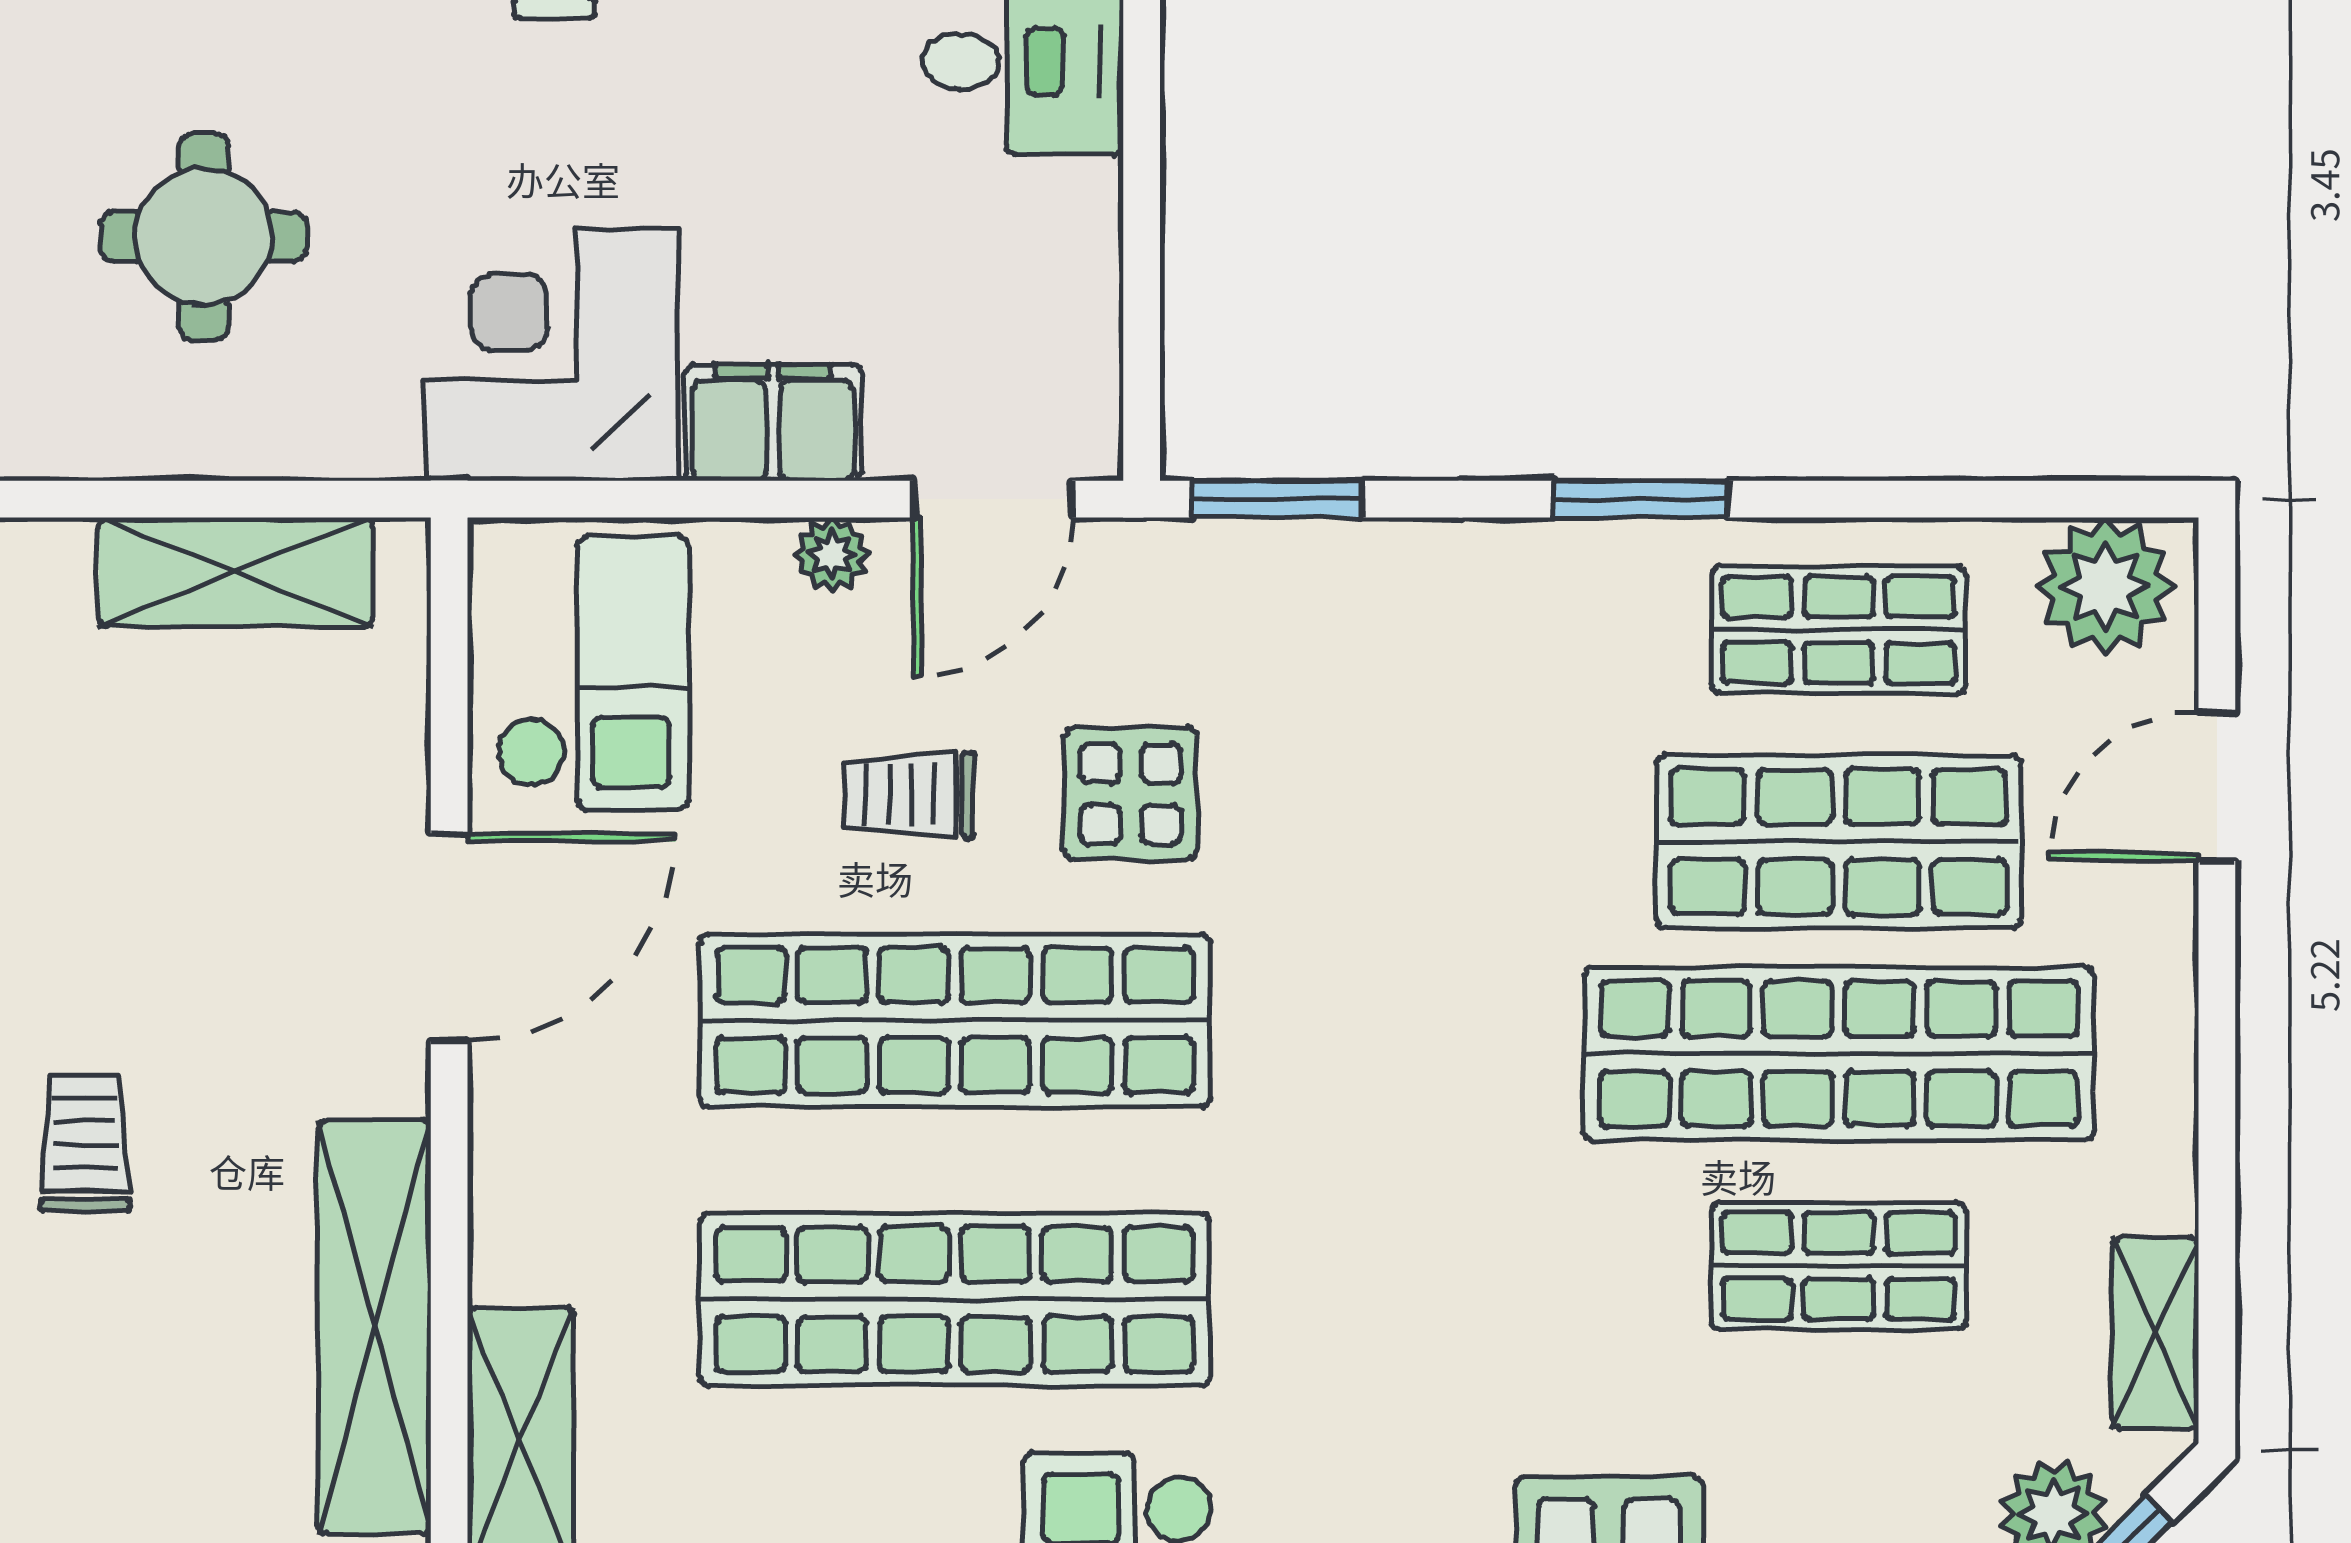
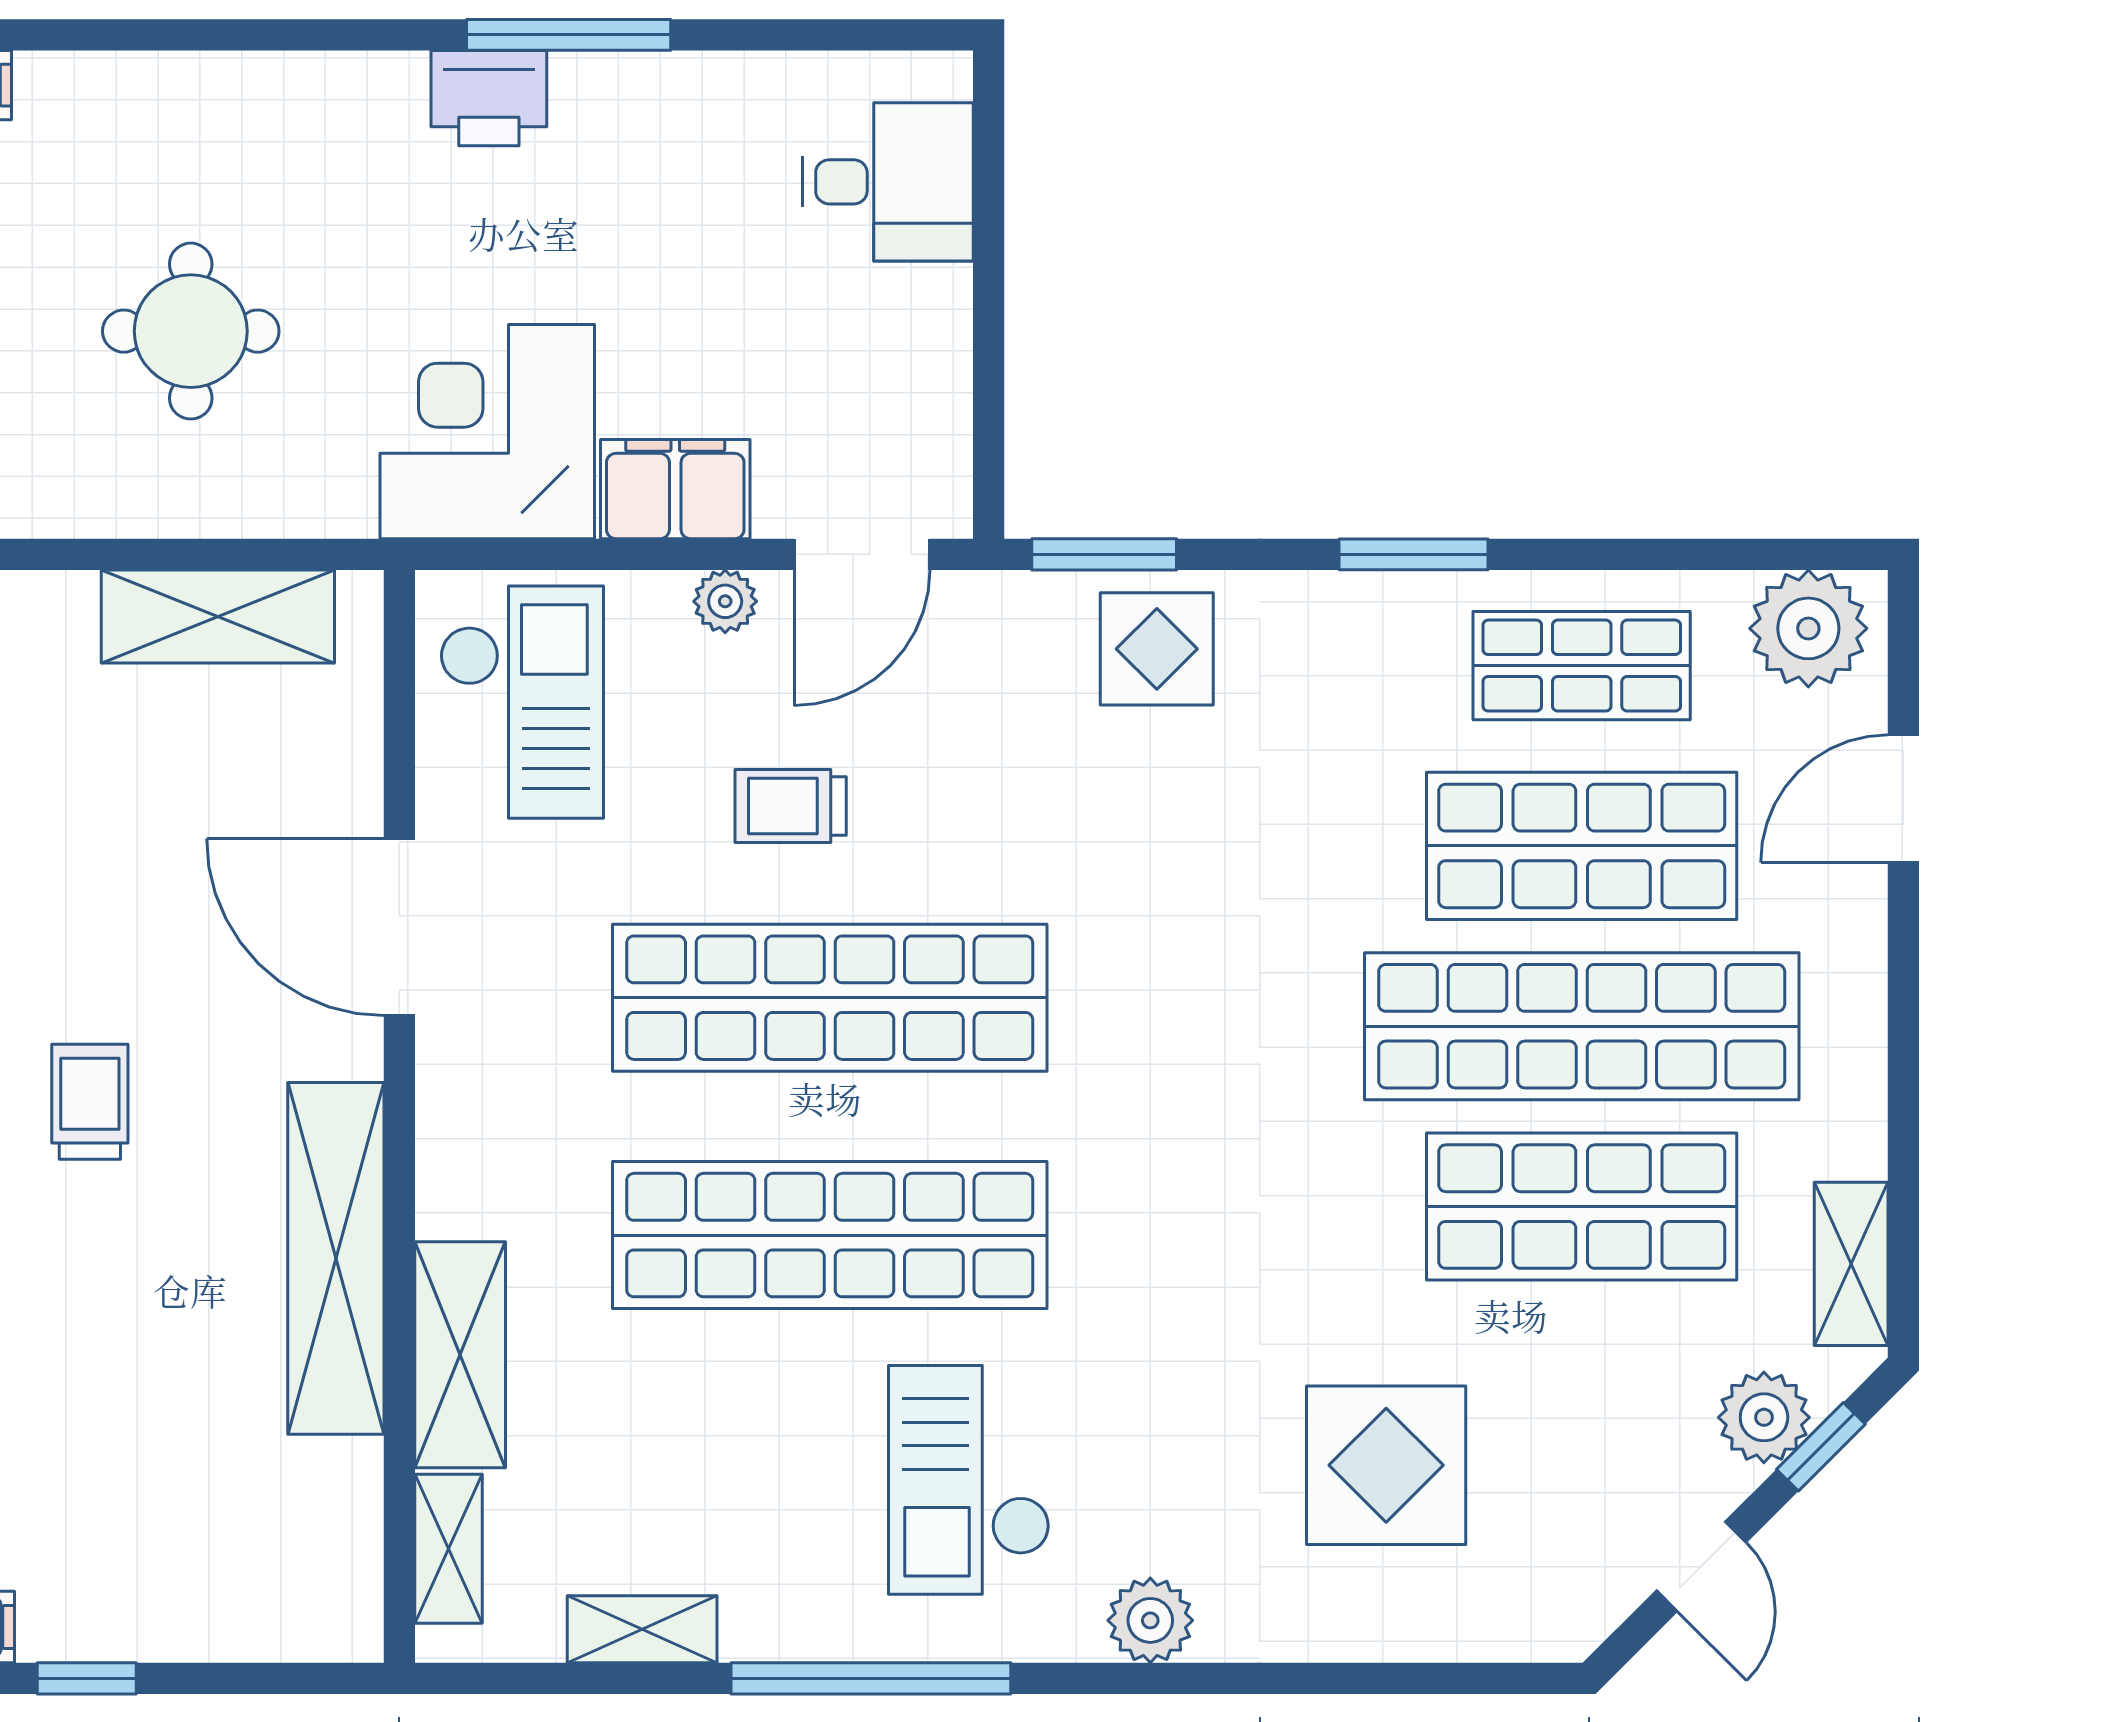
display table: (1131, 794) -> (1157, 649), moved
door: (449, 937) -> (399, 927), swing flipped
shop shelf: (1839, 1266) -> (1582, 1207), width x1.43, depth x1.36

